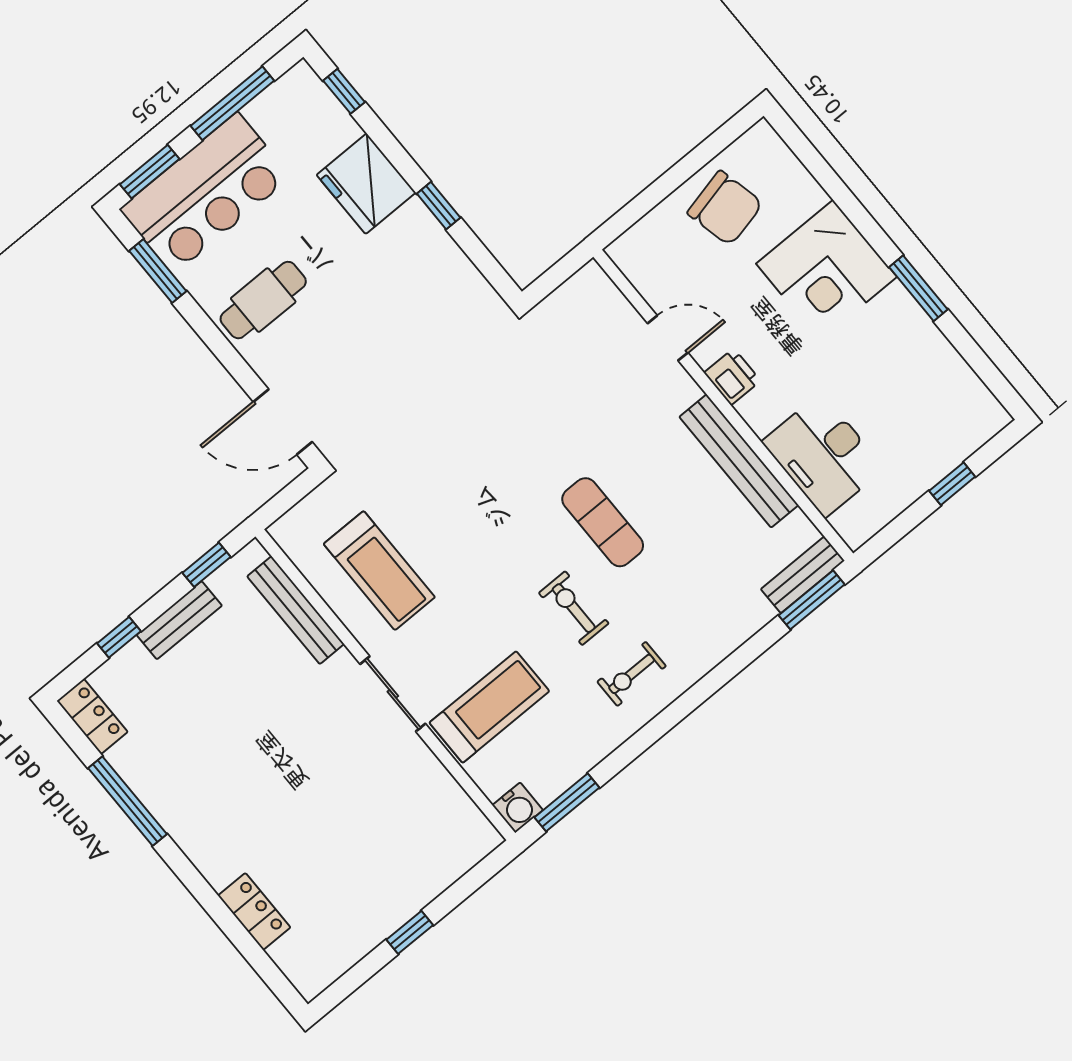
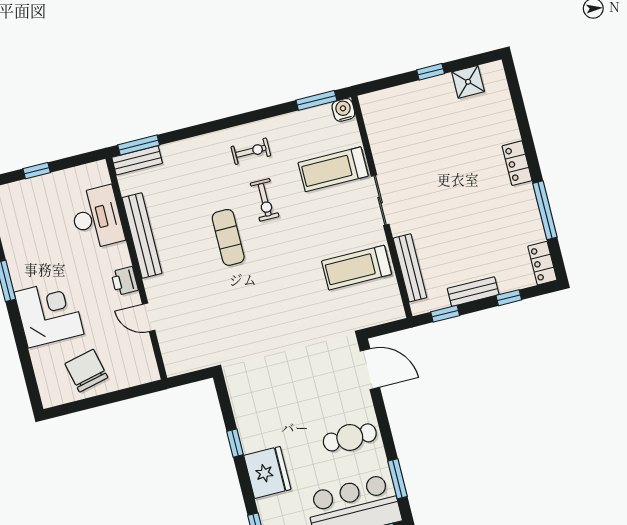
treadmill: (379, 571) -> (357, 268), turned -90
locker: (254, 911) -> (517, 163), moved
shower: (344, 945) -> (468, 82), added

